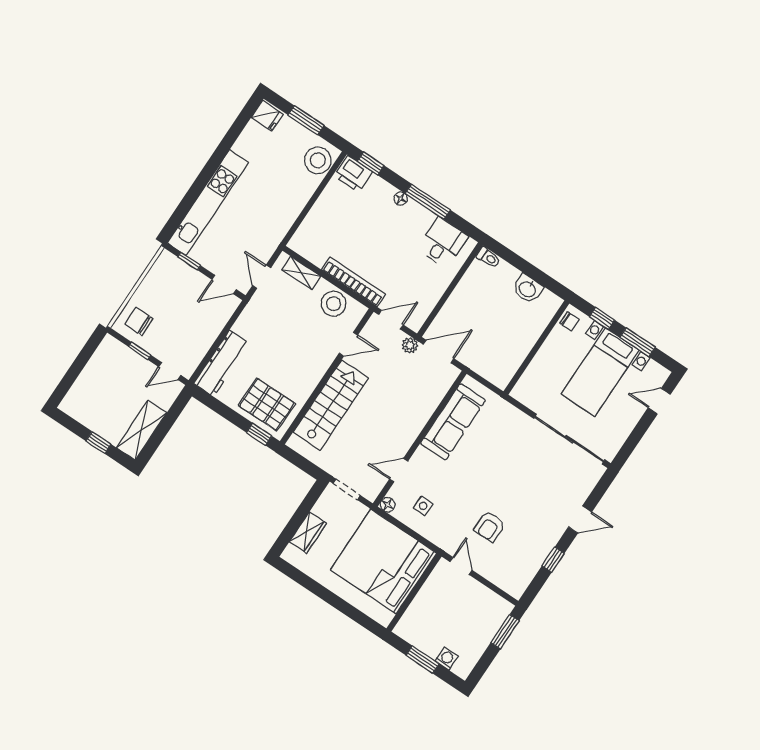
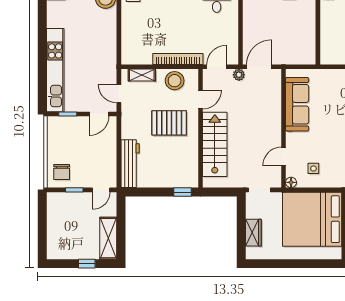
chair: (139, 321) -> (62, 172), turned -90
pallet: (267, 404) -> (169, 123), moved

